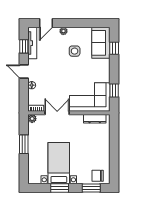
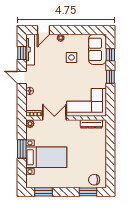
window: (114, 91) -> (110, 77), moved
bed with nightstands: (59, 163) -> (46, 157), moved, turned 90
window: (60, 188) -> (43, 192), moved

